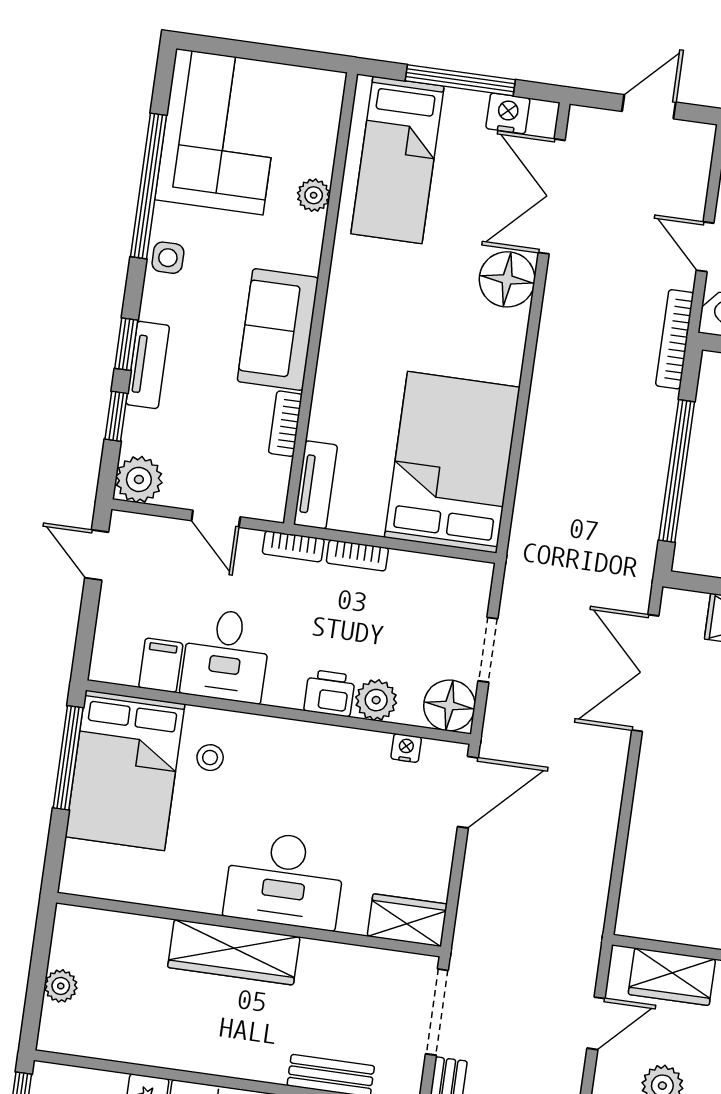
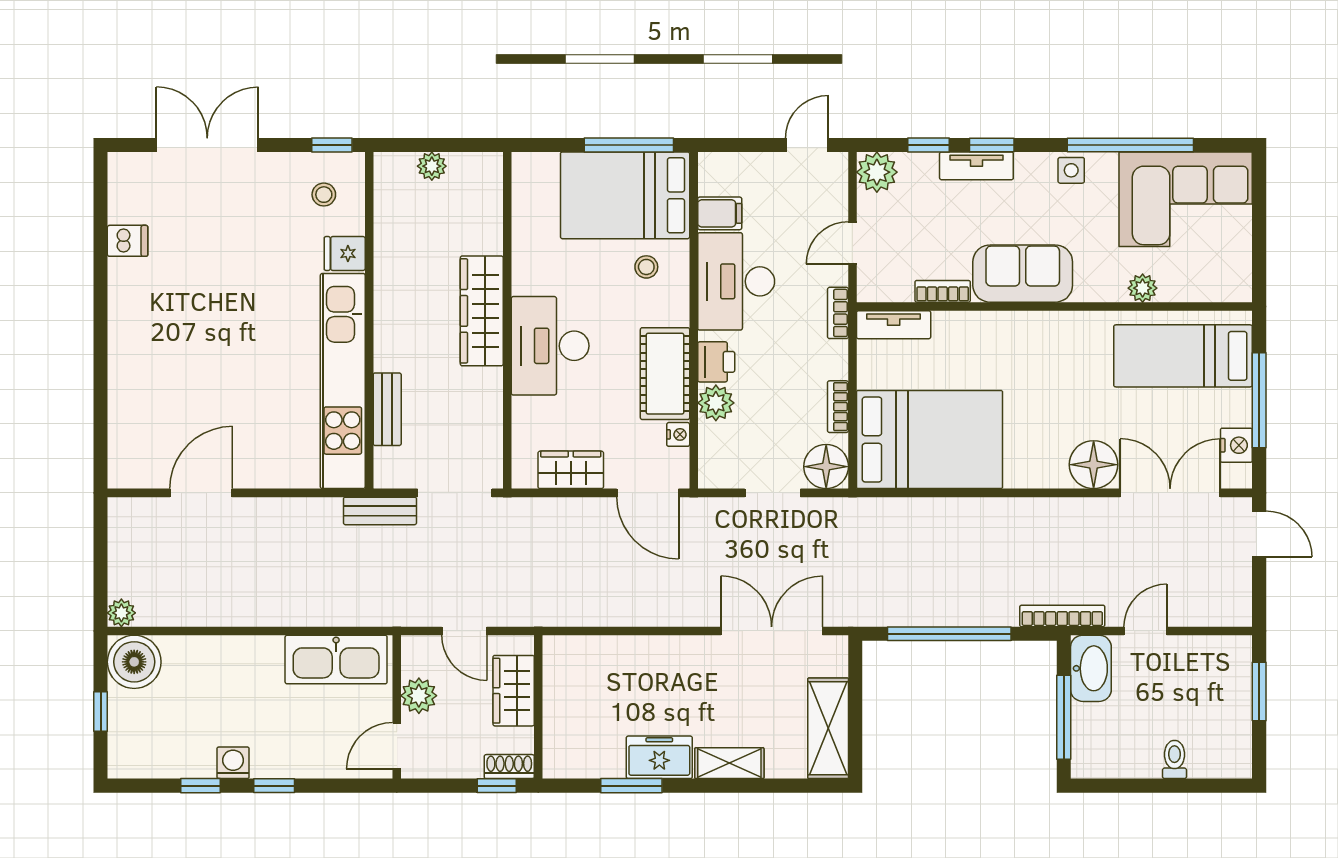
door: (649, 107) -> (1259, 534), moved
bookcase: (357, 555) -> (838, 407), moved
desk: (226, 655) -> (736, 281), width x1.37
floor lamp: (449, 705) -> (826, 467), moved
cot: (335, 753) -> (665, 374), added
wardrobe: (407, 920) -> (571, 470), moved, turned -90

